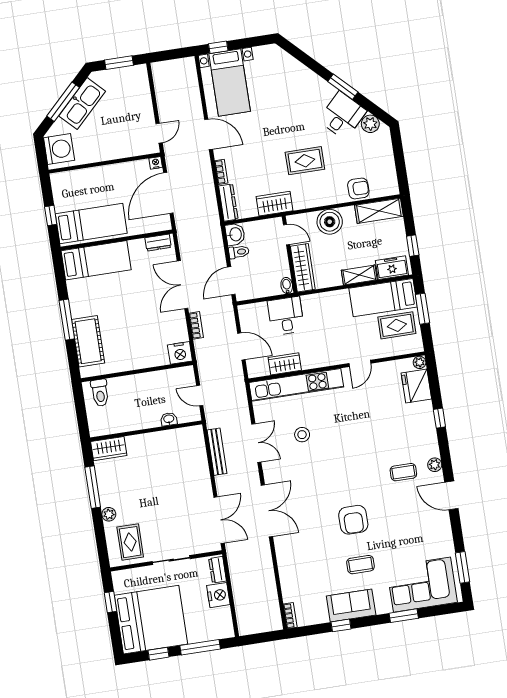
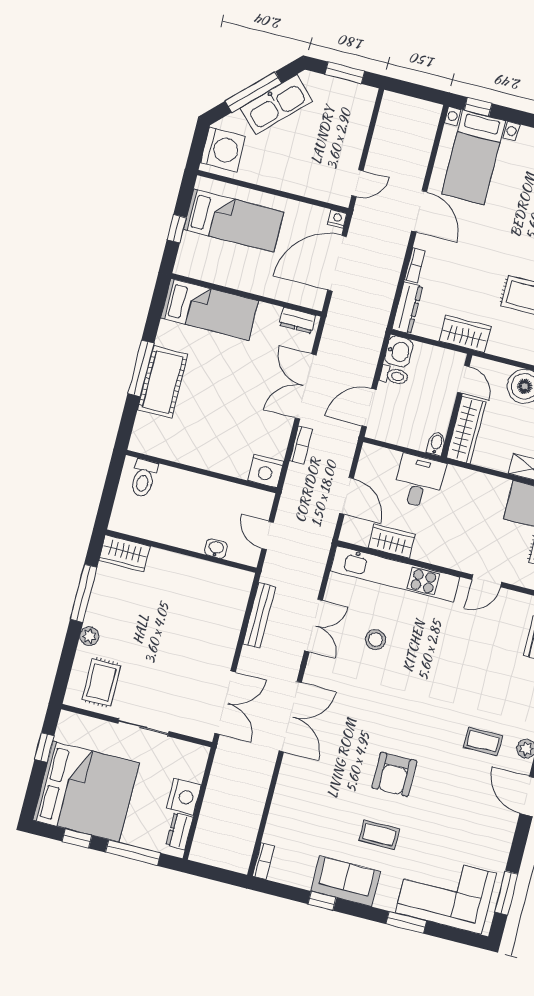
bed: (91, 223) -> (234, 221), moved
cot: (88, 341) -> (163, 382), moved
dresser: (218, 570) -> (180, 831), moved

